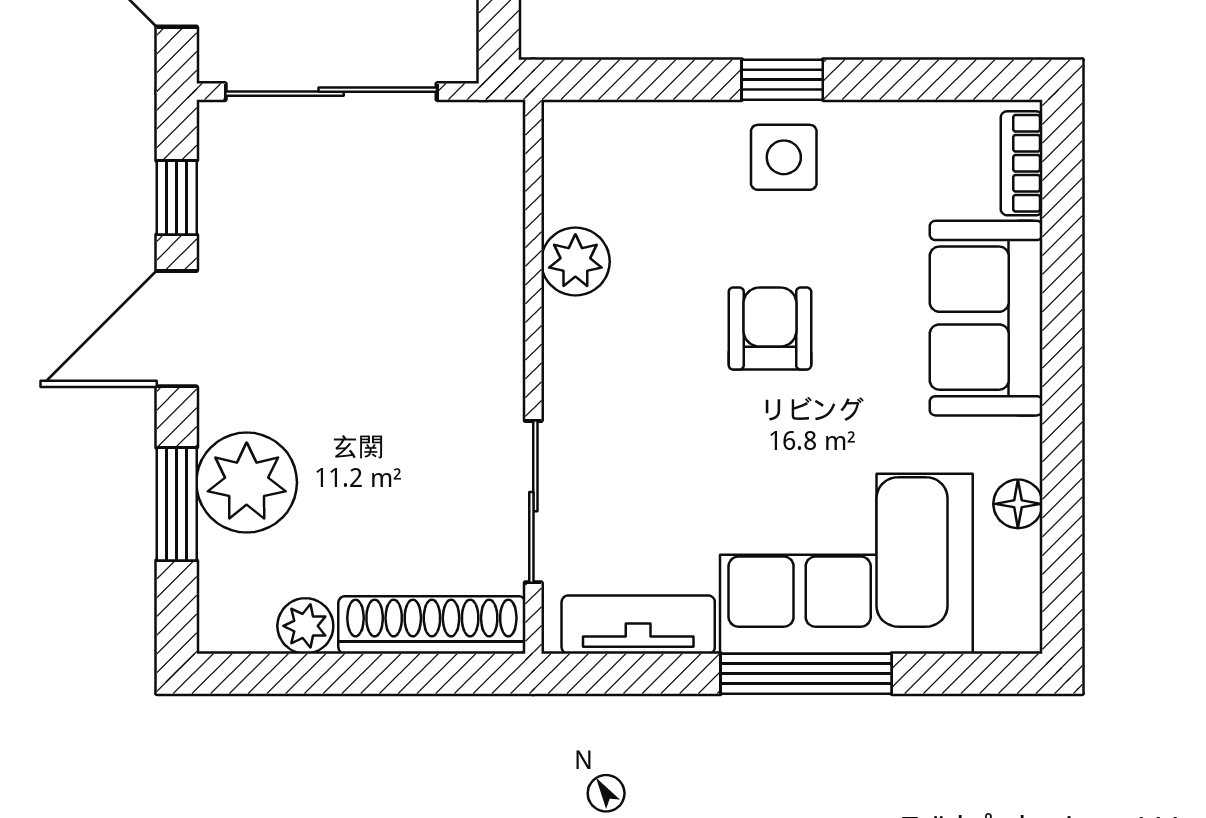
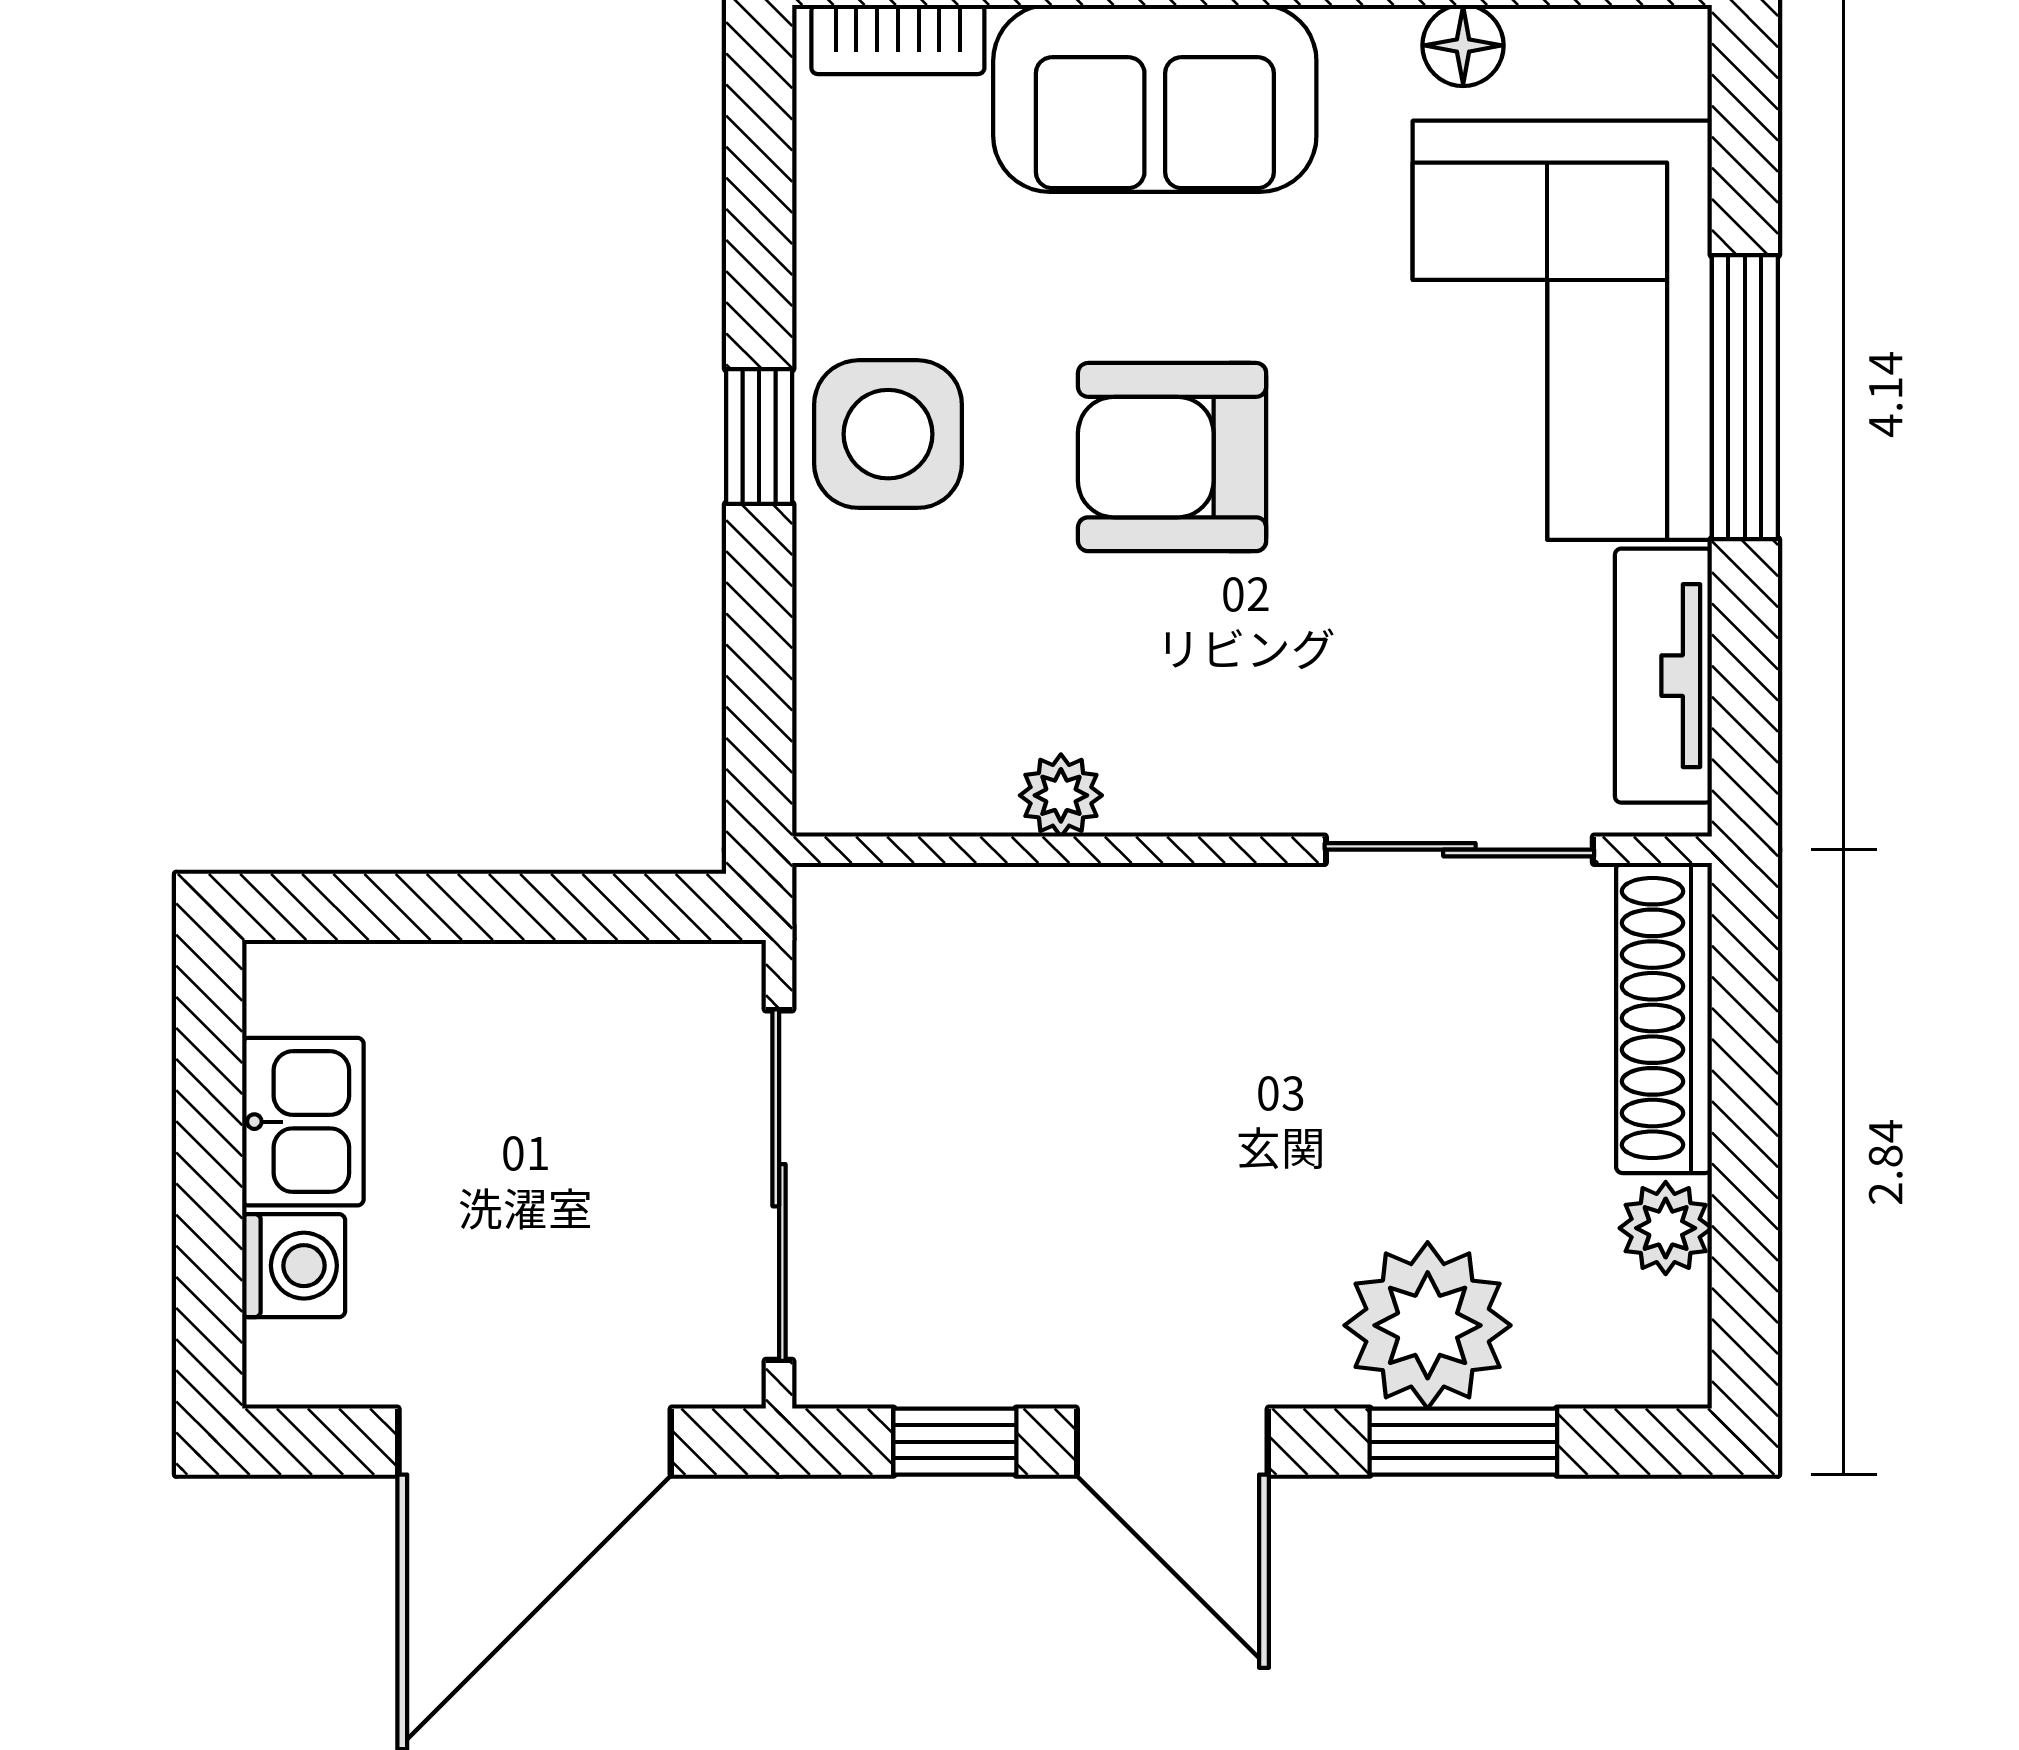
side table: (784, 157) -> (888, 434), width x1.37, depth x1.37
plant: (575, 262) -> (1061, 795), width x0.73, depth x0.73
armchair: (770, 329) -> (1172, 457), width x1.38, depth x1.38

